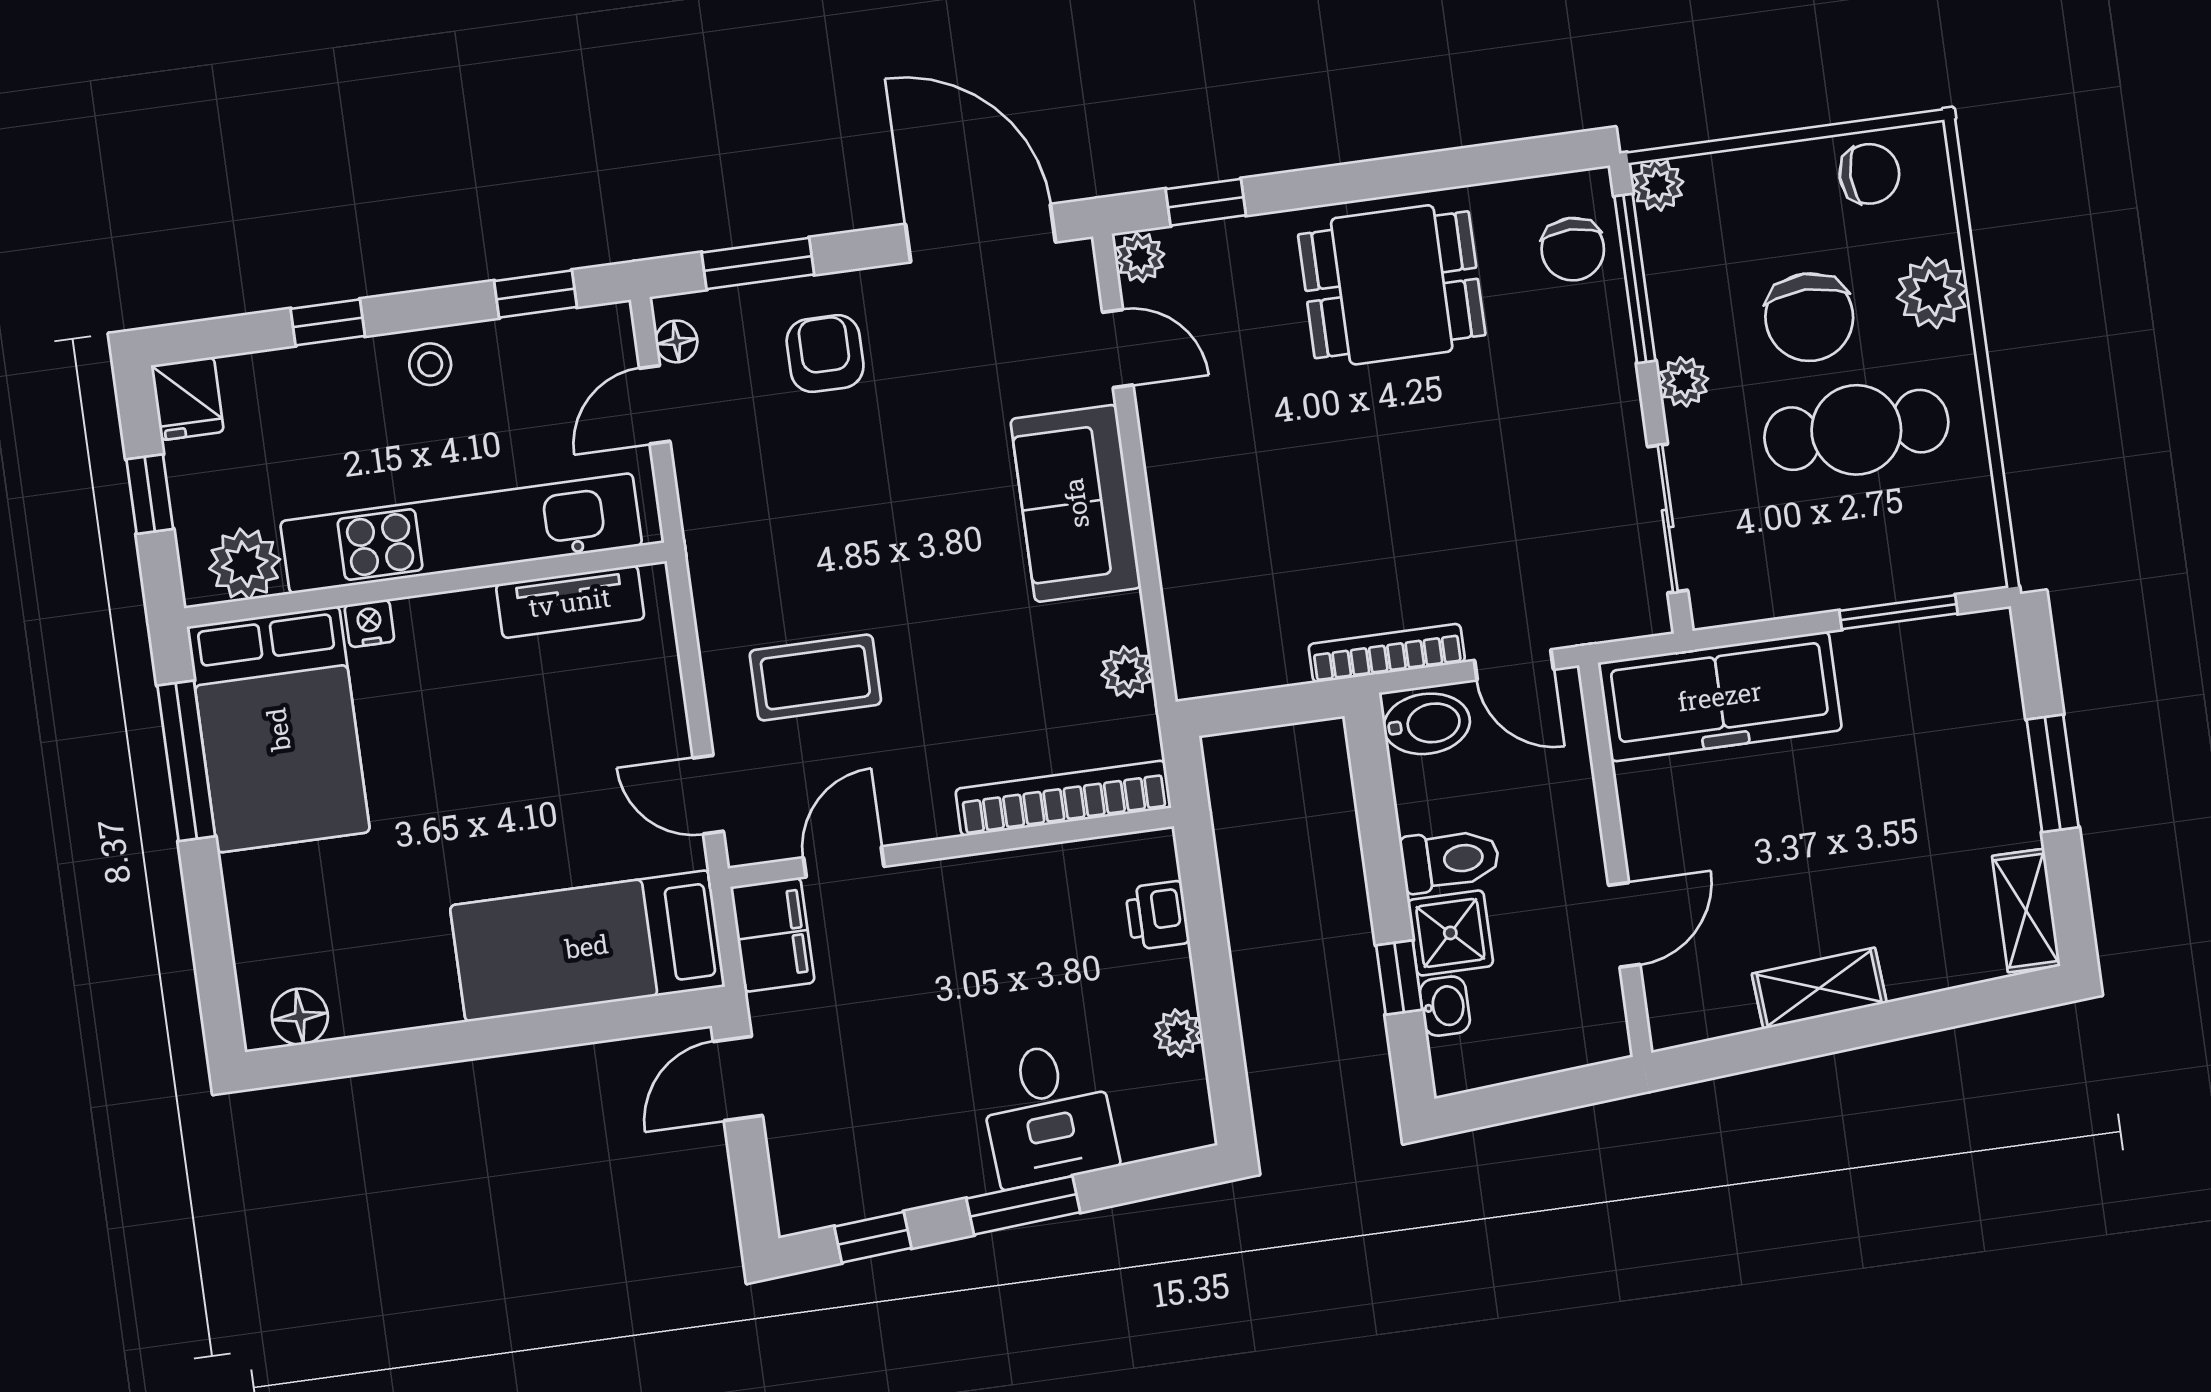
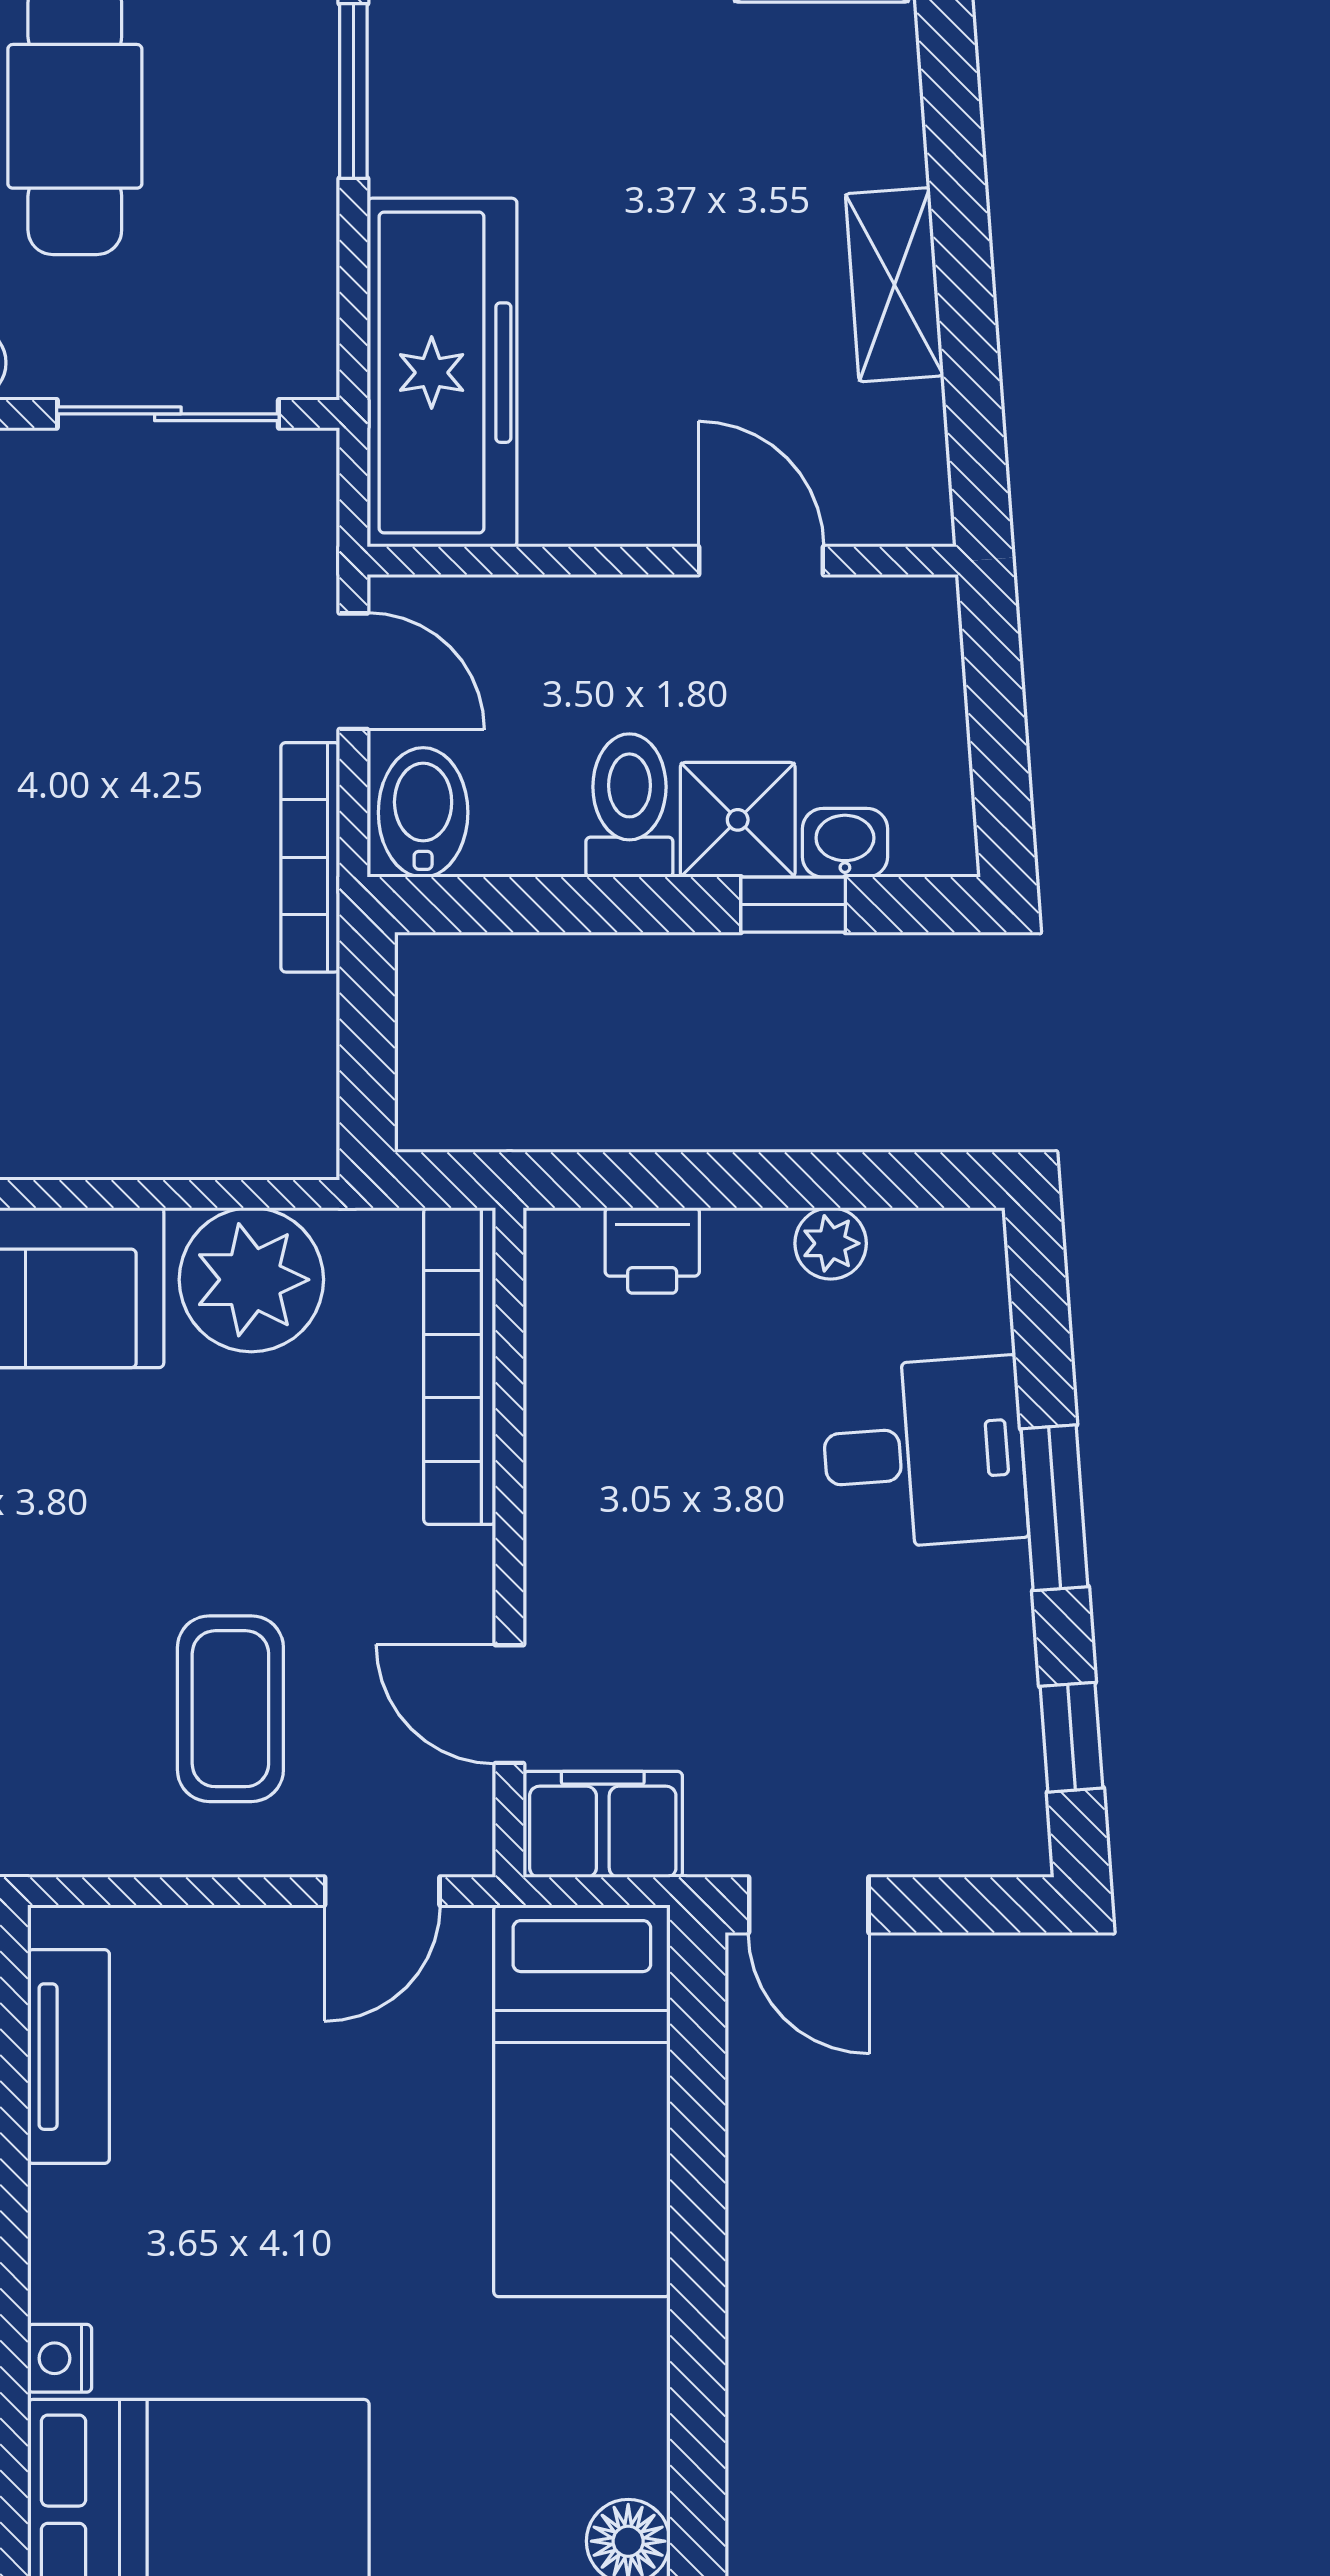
door: (1514, 665) -> (353, 671), hinge flipped
plant: (1127, 672) -> (251, 1280), width x1.88, depth x1.88

